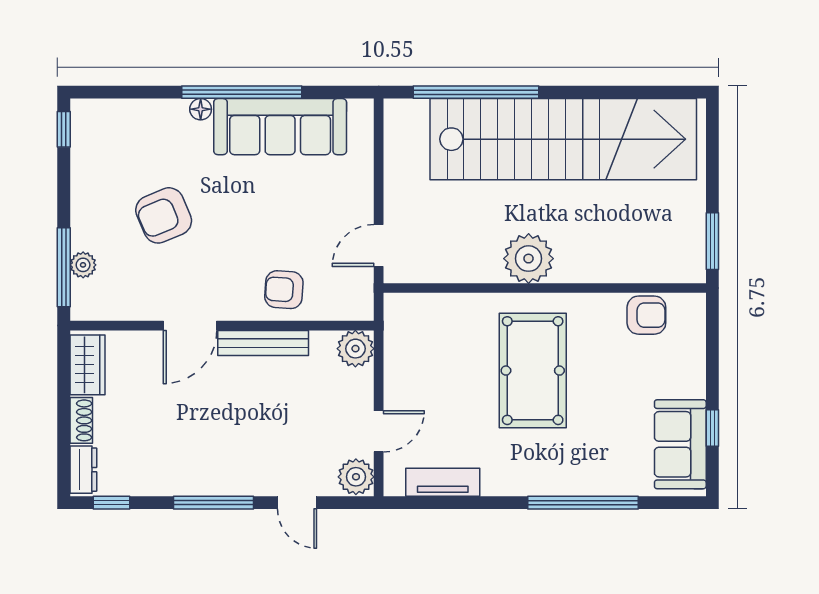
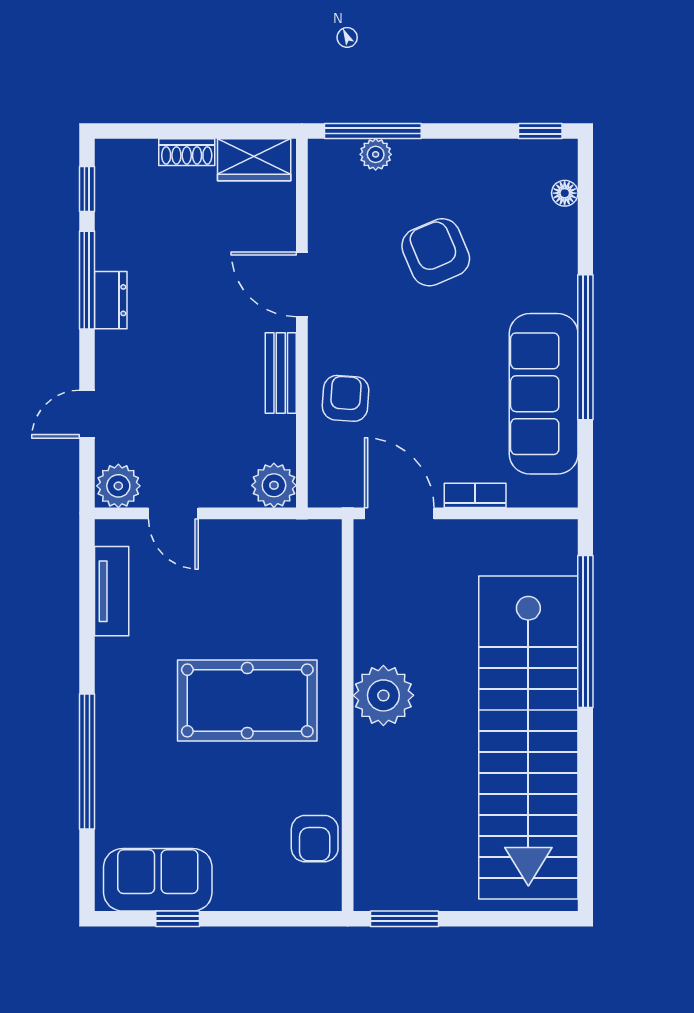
floor lamp: (201, 109) -> (565, 193), moved
bookcase: (364, 183) -> (475, 495), added
door: (379, 245) -> (399, 513), width x1.38
bench: (263, 343) -> (281, 373), width x0.73
dresser: (83, 470) -> (111, 300), moved, turned -90
window: (213, 503) -> (87, 280), moved

